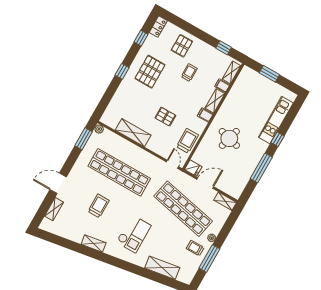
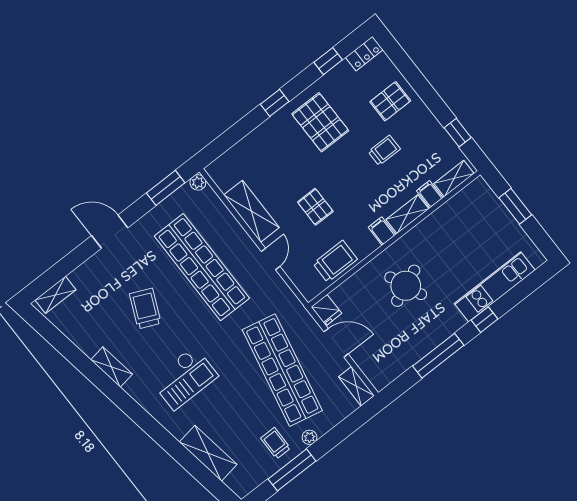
pallet: (150, 72) -> (320, 122), turned 90
round table: (229, 138) -> (406, 286), turned -38
door: (172, 164) -> (271, 259), moved
door: (58, 183) -> (110, 232), moved
trolley: (99, 206) -> (145, 309), turned -66
shelving: (54, 209) -> (56, 295), moved

